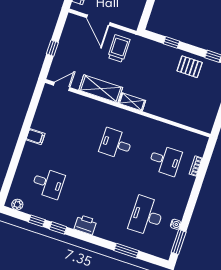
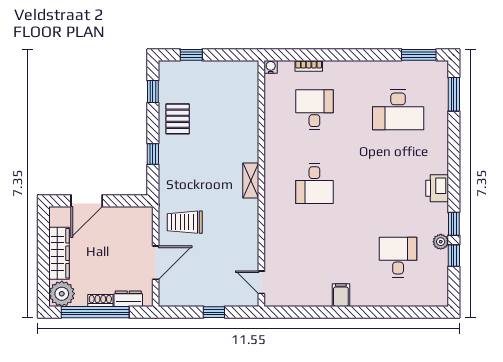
shelving: (101, 89) -> (247, 229), removed
plant: (17, 205) -> (441, 242), moved
water cooler: (176, 224) -> (271, 67), moved
window: (126, 251) -> (454, 94), moved

